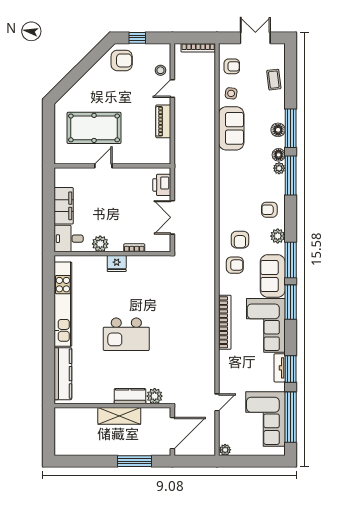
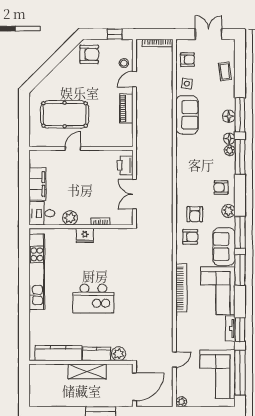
window: (137, 38) -> (115, 34), moved
kitchen counter: (63, 374) -> (58, 353), moved, turned -90

